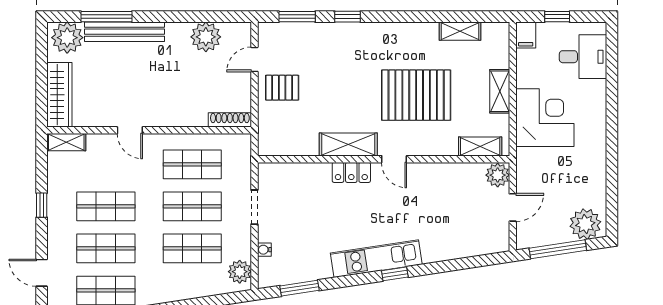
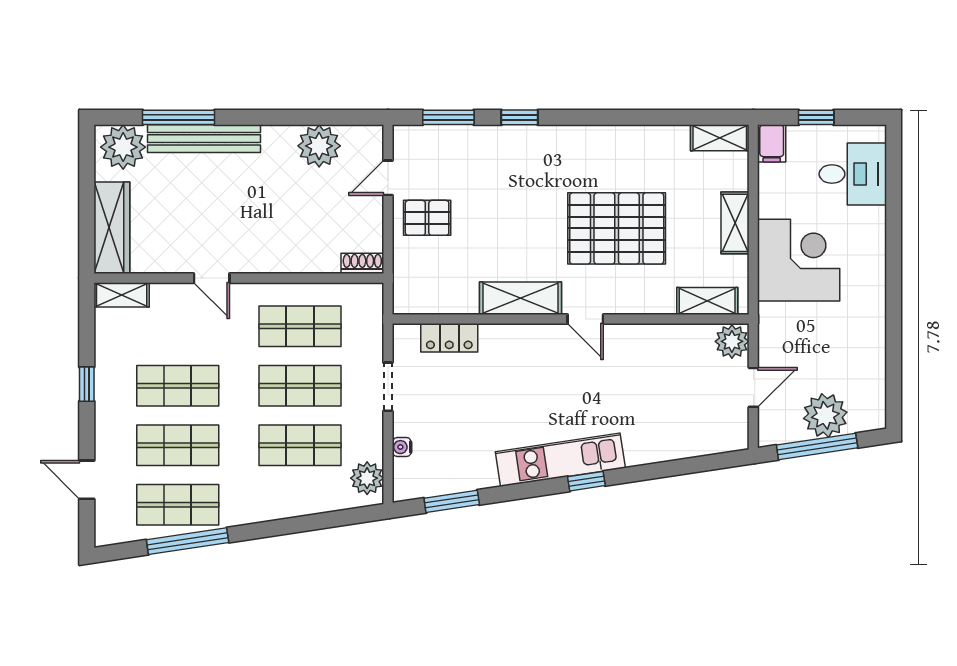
shelving: (460, 31) -> (720, 138), moved
shoe rack: (230, 120) -> (362, 263), width x0.70
locker: (351, 172) -> (449, 338), moved
plant: (585, 224) -> (825, 415), moved

